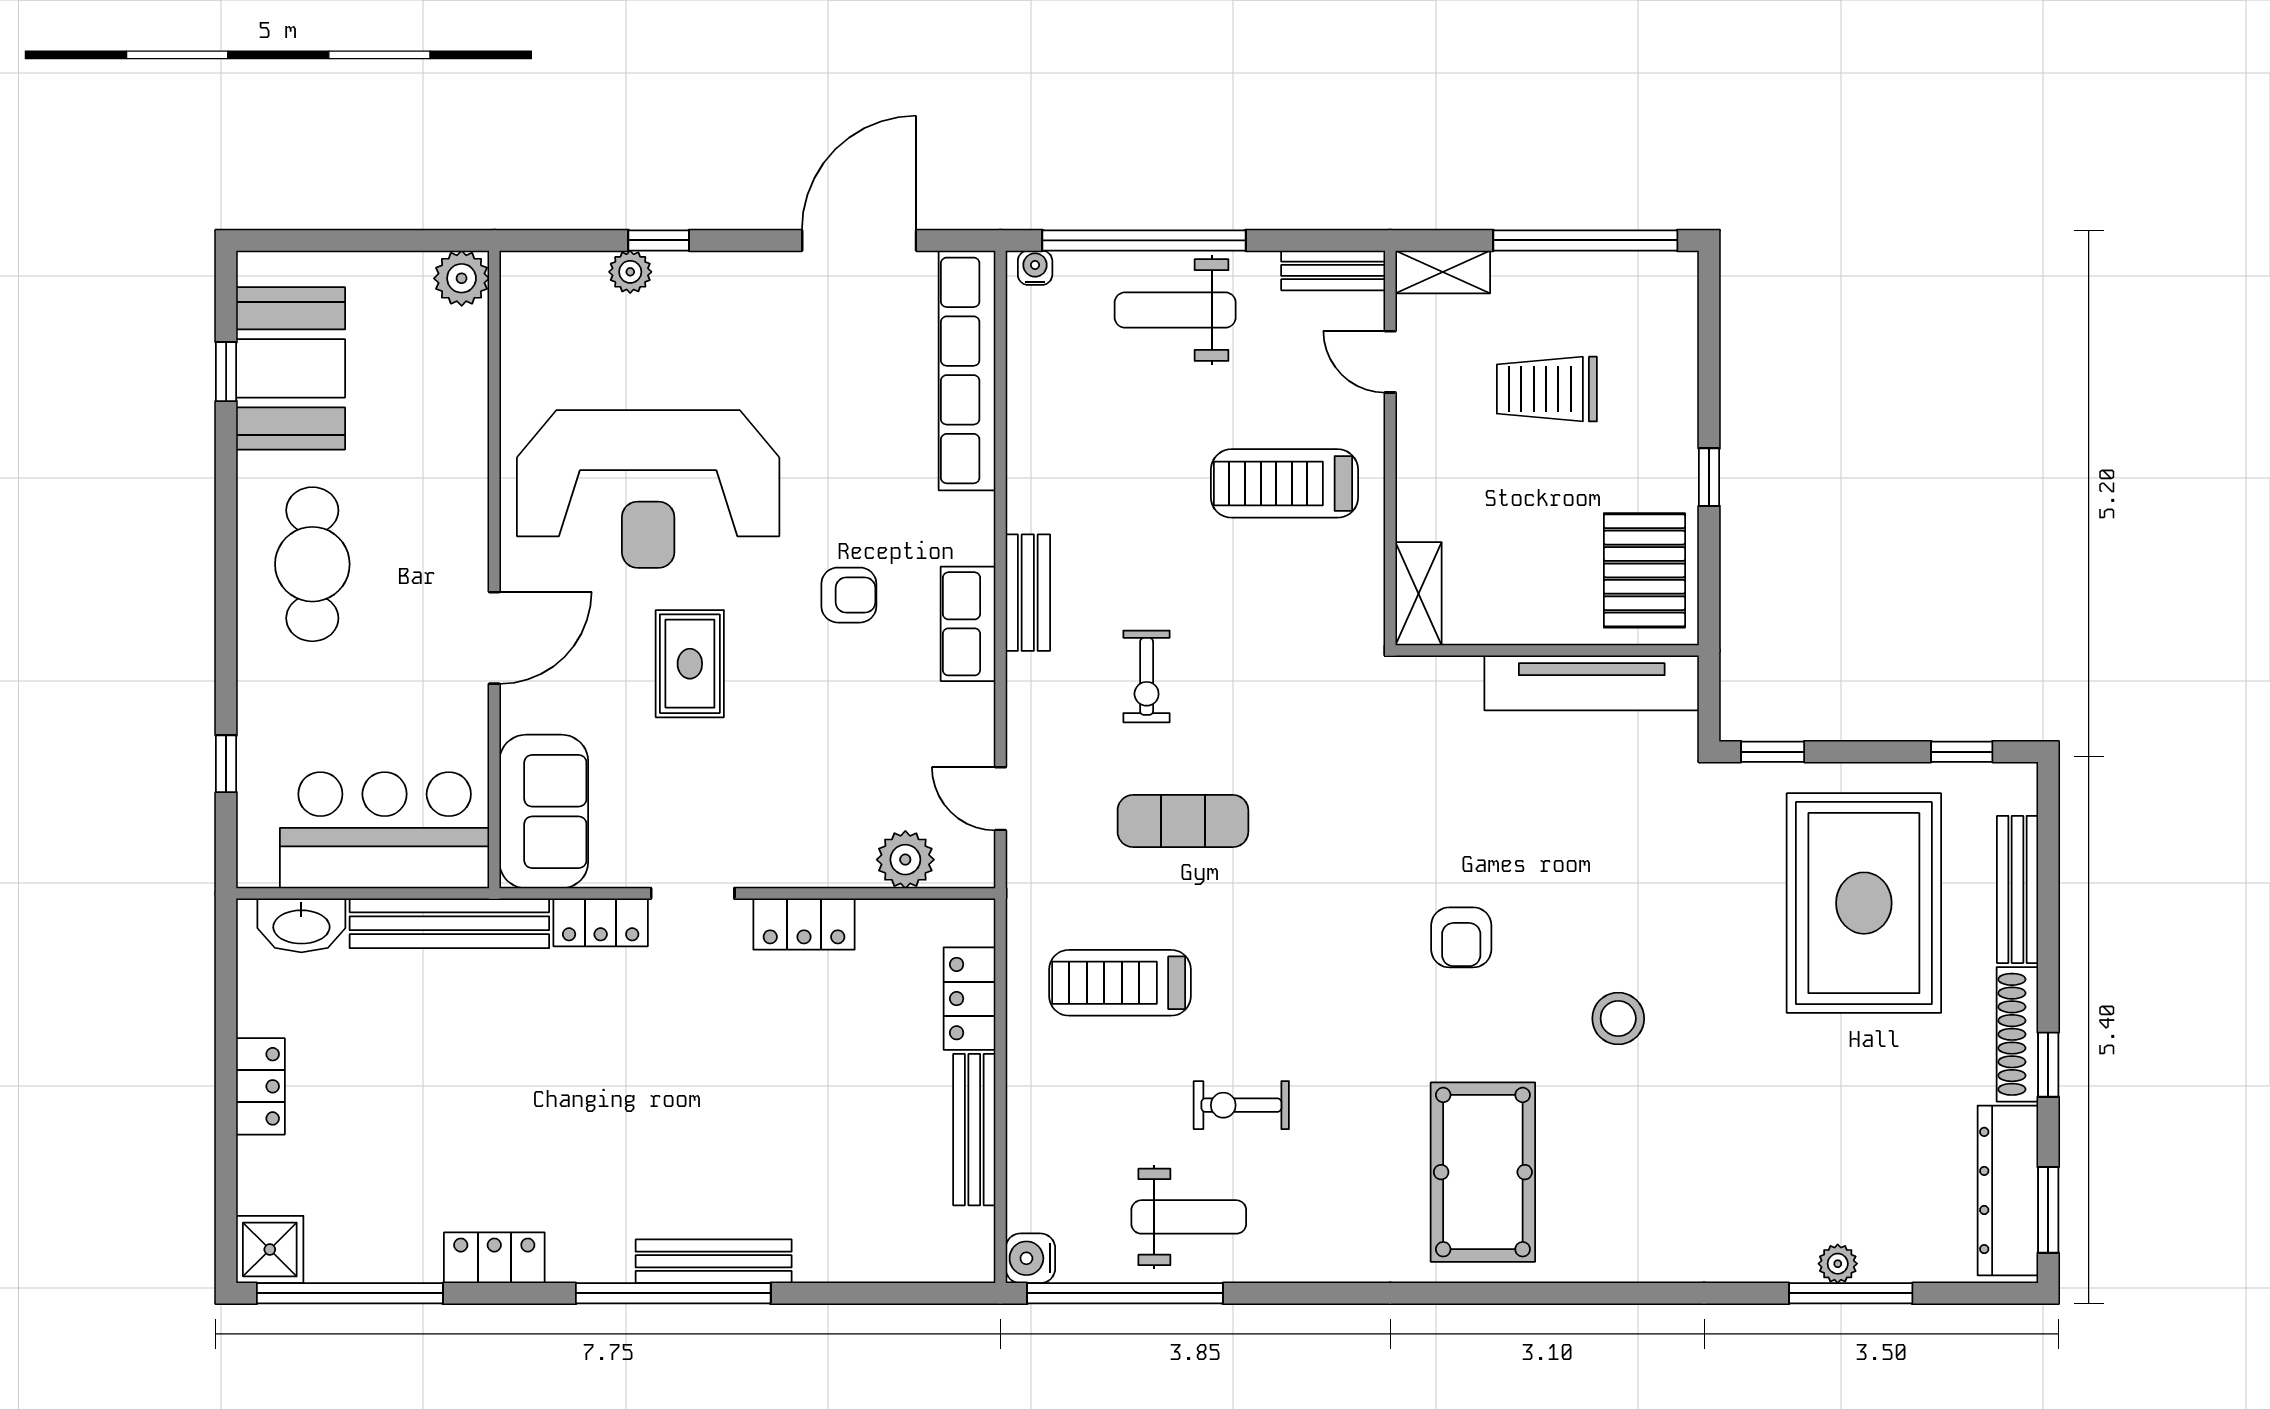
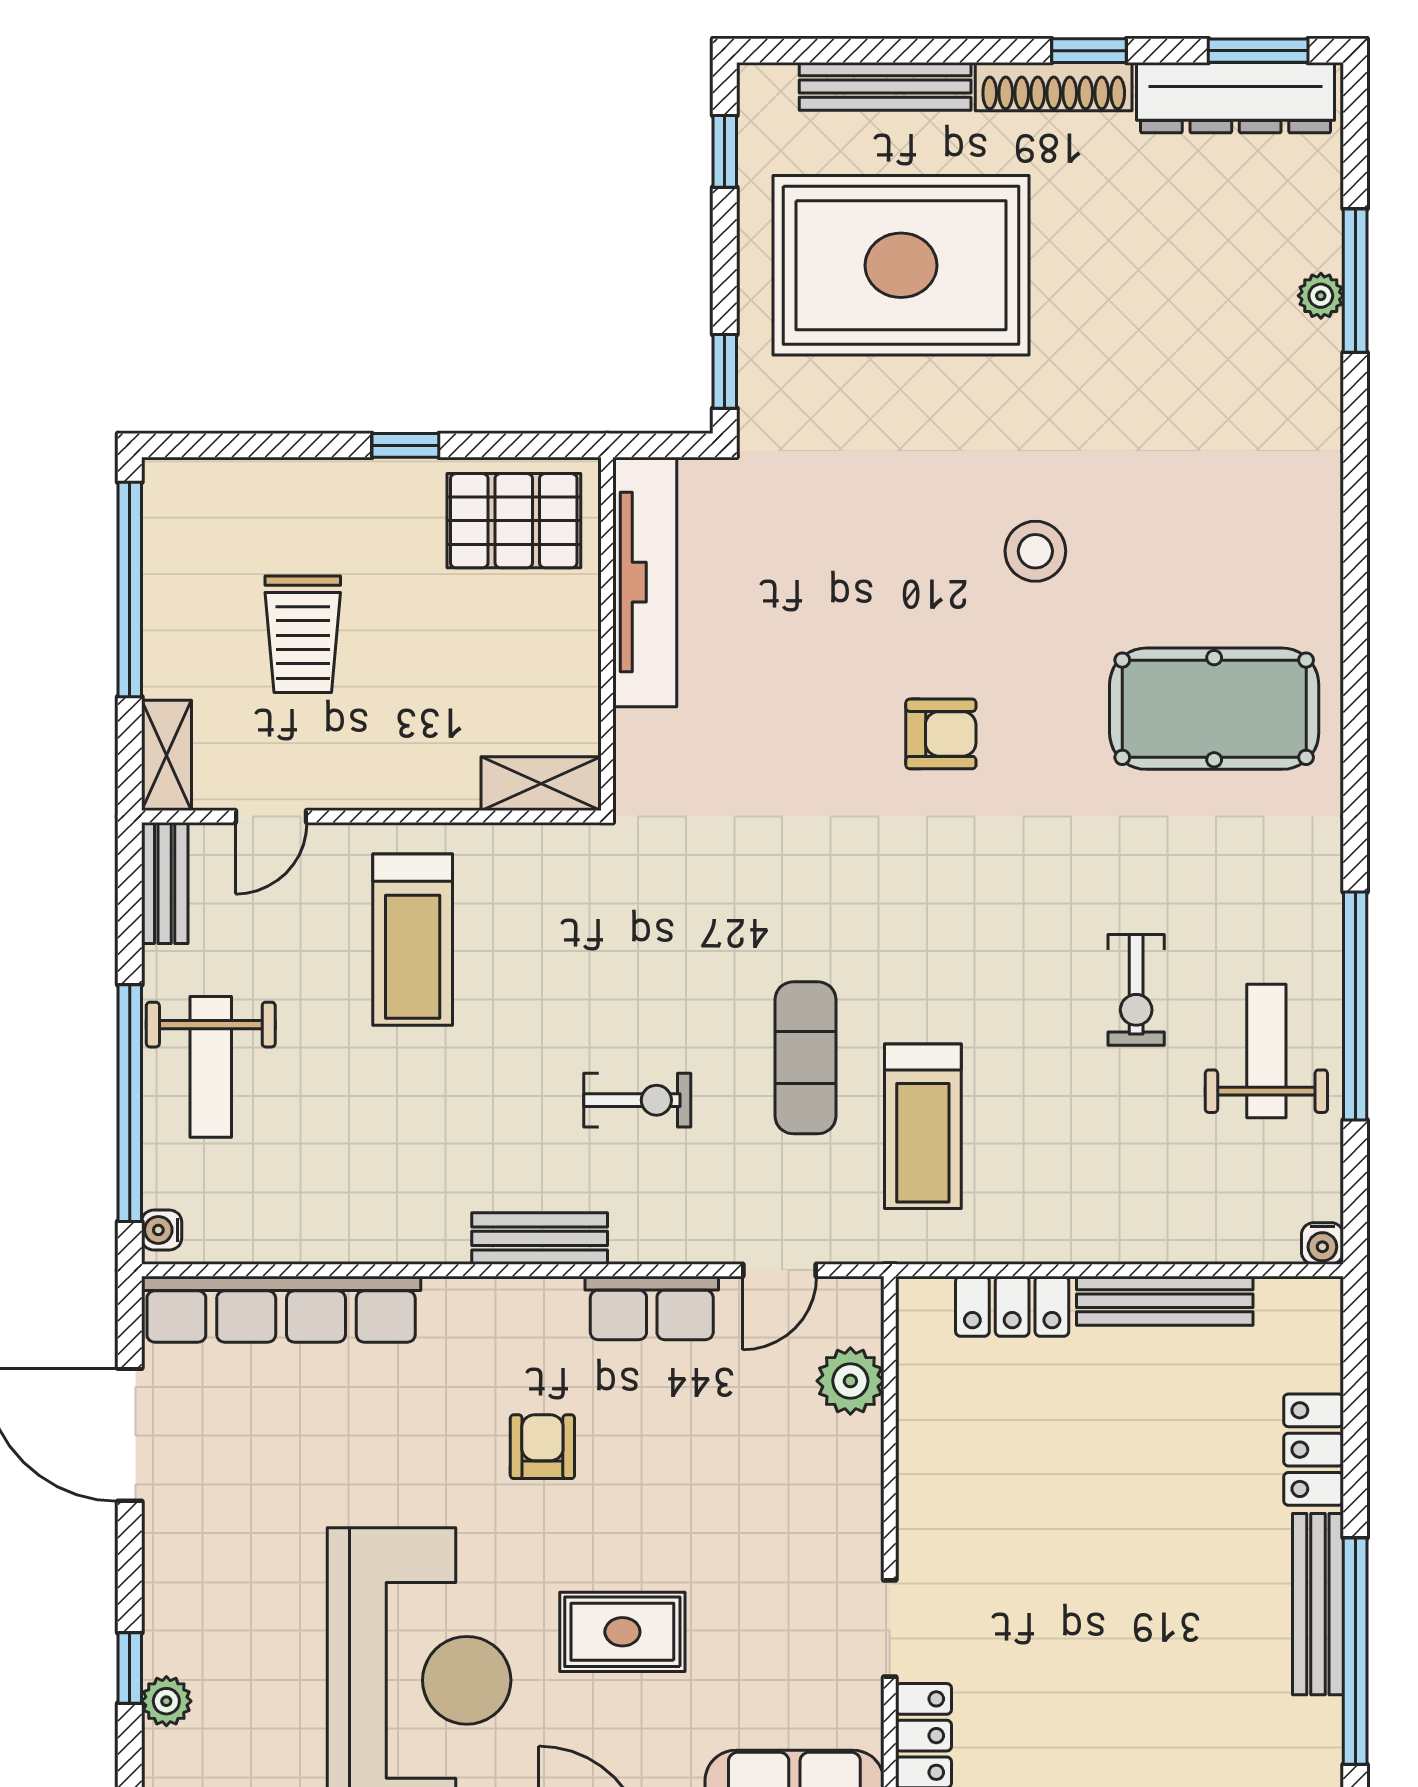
row of seats: (968, 624) -> (652, 1308), moved
locker: (804, 924) -> (1314, 1450), moved, turned 180
treadmill: (1120, 983) -> (923, 1126), moved
water cooler: (1030, 1258) -> (1322, 1243), width x0.72, depth x0.72
window: (1125, 1293) -> (1355, 1006), moved

